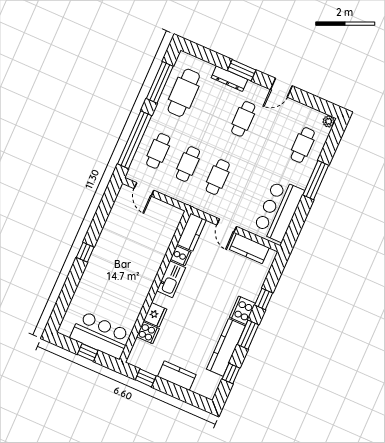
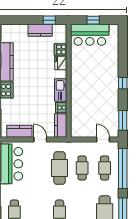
cafe table: (218, 177) -> (60, 168), width x1.37, depth x1.35
window: (107, 203) -> (123, 120), added
kitchen counter: (177, 376) -> (40, 30), moved

